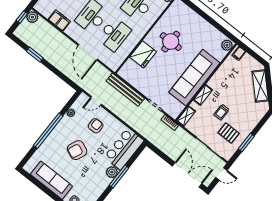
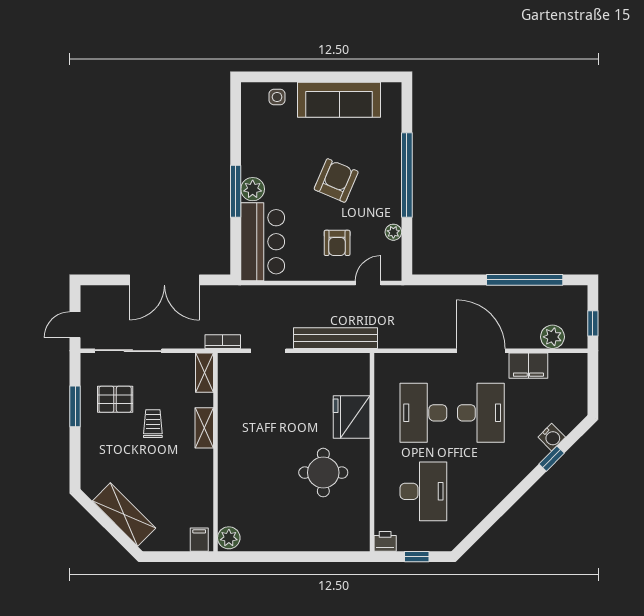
plant: (32, 17) -> (552, 337), moved
door: (88, 52) -> (481, 351), moved
window: (35, 55) -> (525, 280), width x2.11
sofa: (194, 78) -> (240, 445), removed
double door: (187, 175) -> (164, 280), moved

